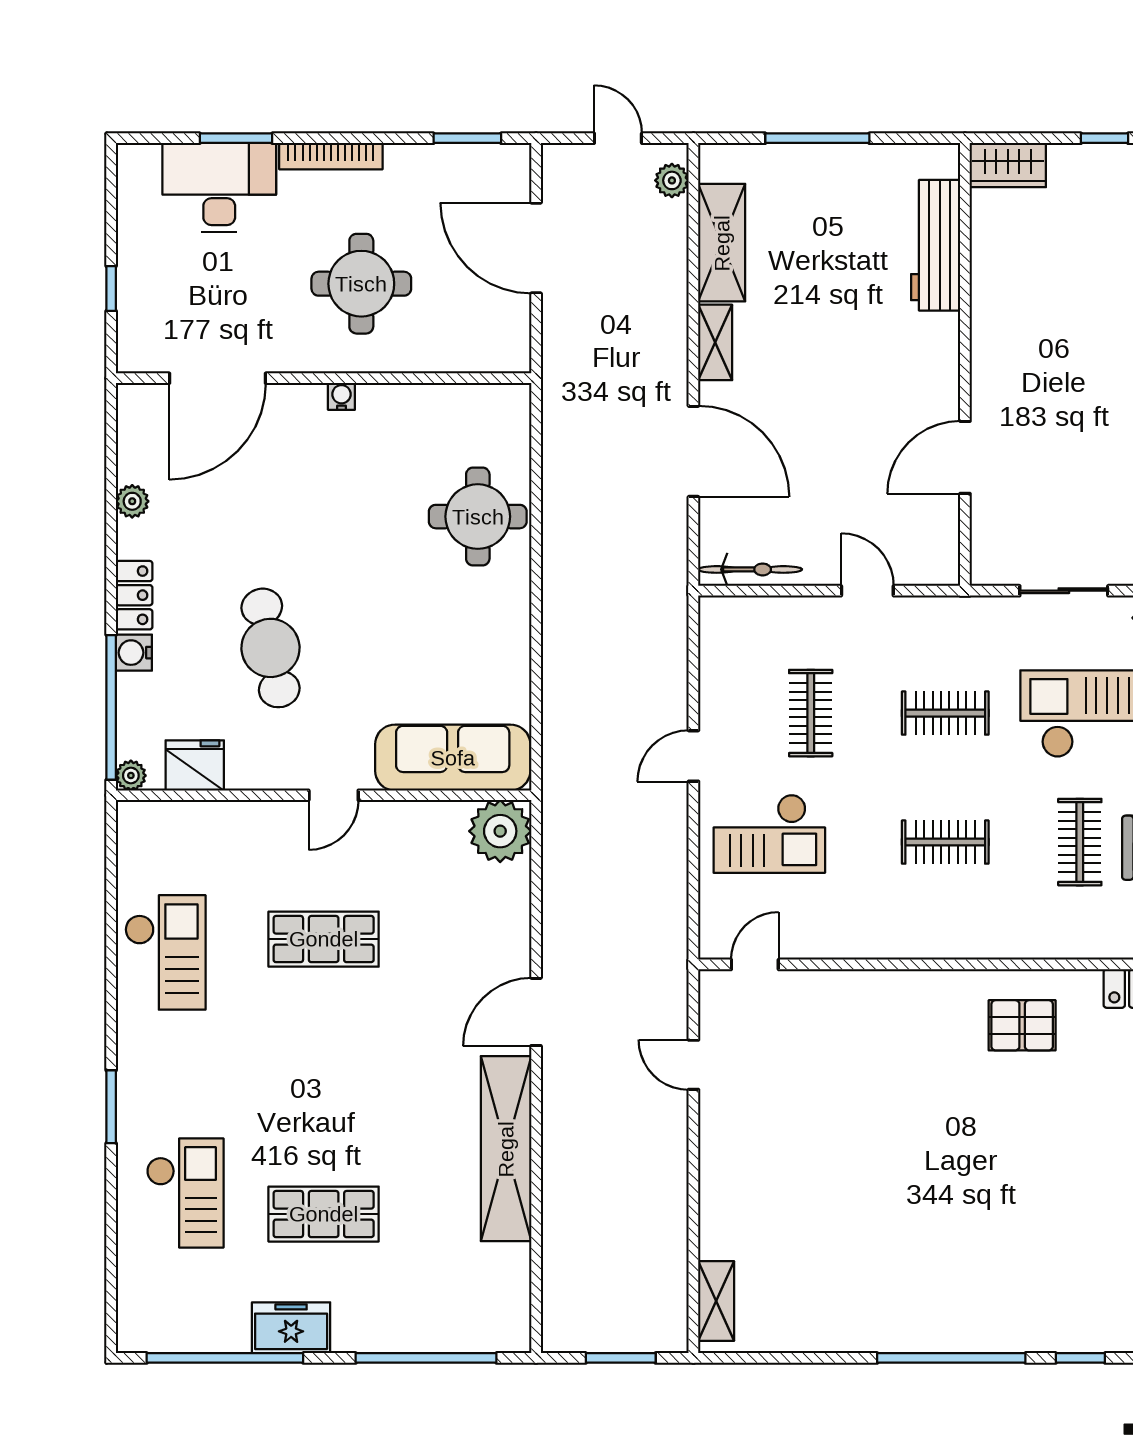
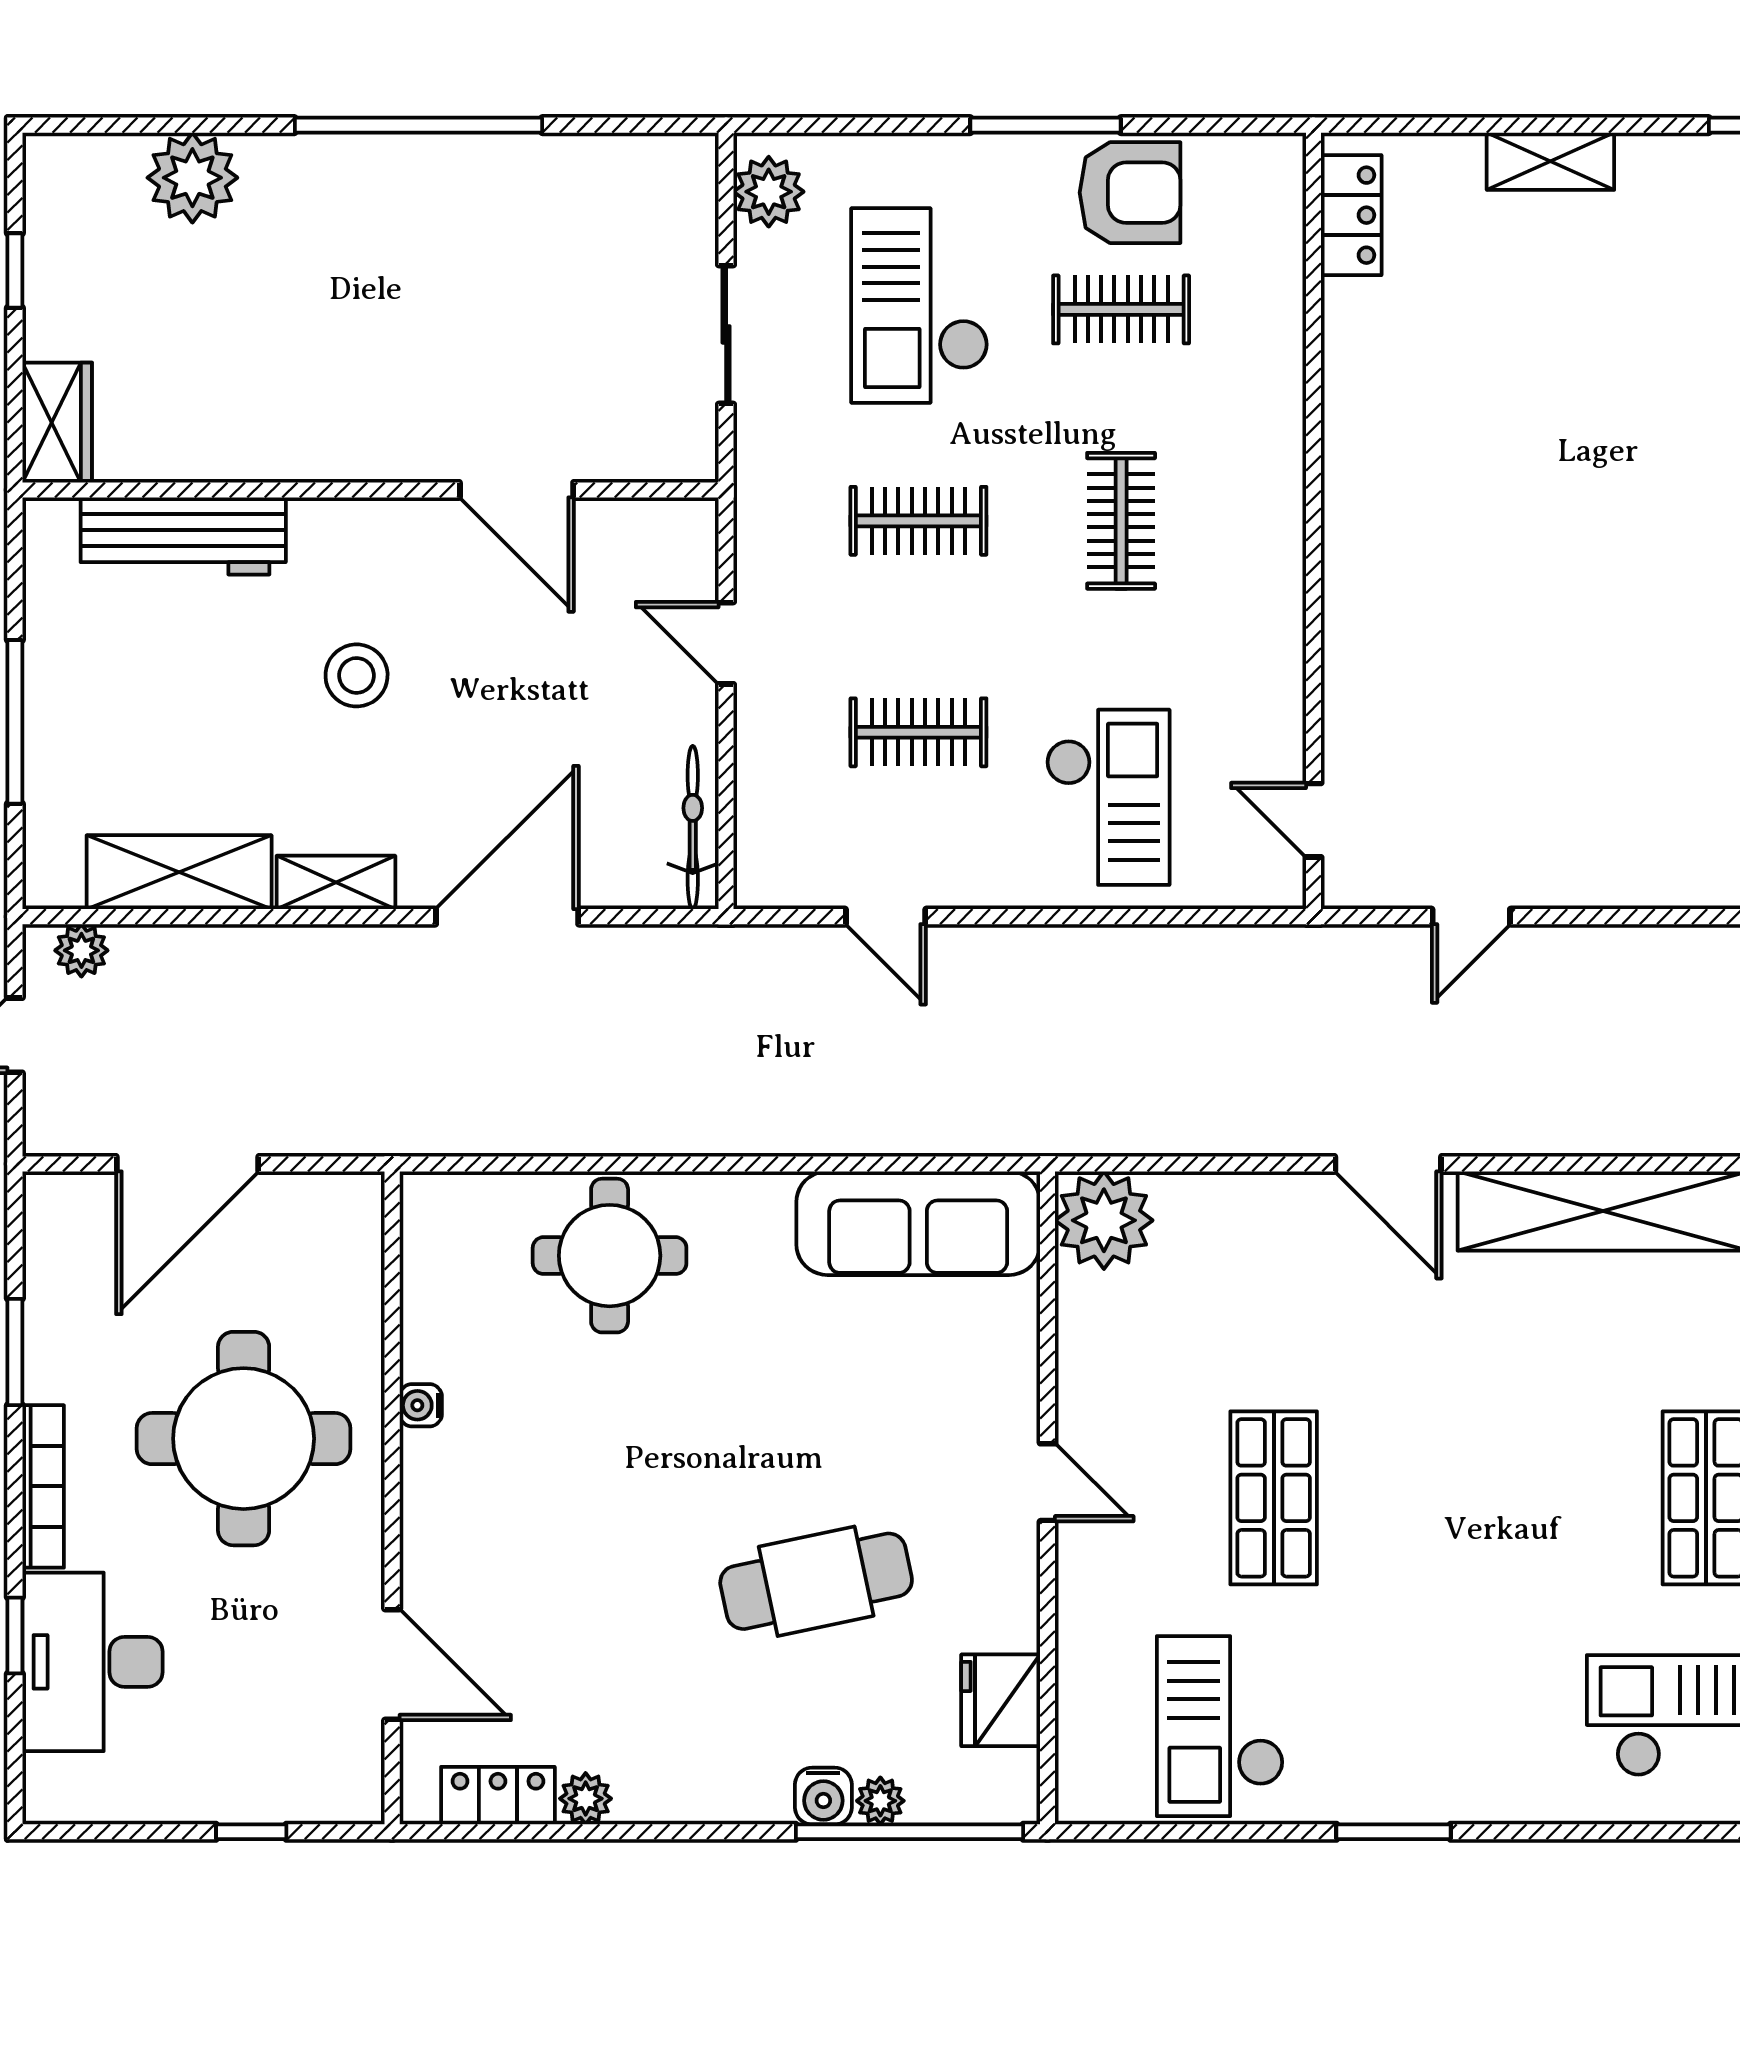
window: (236, 138) -> (15, 1635), width x0.67
window: (467, 138) -> (15, 1352), moved
round table: (361, 284) -> (244, 1439), width x1.36, depth x1.36
stool: (847, 356) -> (357, 675), added
door: (218, 378) -> (392, 1665), width x0.73
water cooler: (341, 396) -> (421, 1405), moved
door: (867, 591) -> (726, 643), hinge flipped
locker: (134, 595) -> (498, 1796), moved
clothes rail: (945, 713) -> (918, 521), turned 90
door: (693, 756) -> (886, 917), moved
sofa: (453, 758) -> (918, 1223), moved, turned -90
plant: (131, 776) -> (880, 1801), moved
checkout: (165, 952) -> (1220, 1726), moved, turned -90
pallet: (1022, 1025) -> (1409, 400), removed
window: (111, 1107) -> (1393, 1832), moved

